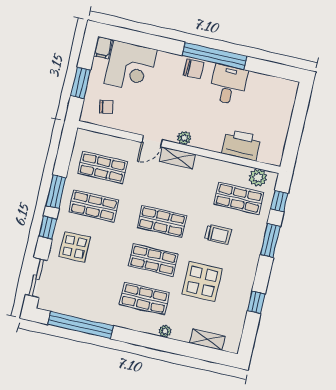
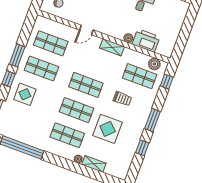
plant: (184, 138) -> (128, 38), moved
shelving: (177, 158) -> (112, 47), moved
window: (270, 241) -> (152, 120), moved
shelving: (207, 340) -> (94, 164), moved

